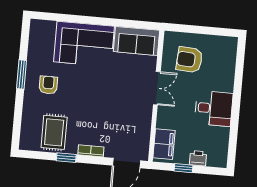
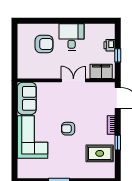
armchair: (189, 60) -> (44, 44), moved, turned -94
armchair: (48, 85) -> (68, 129), moved
double door: (157, 88) -> (73, 80), moved

